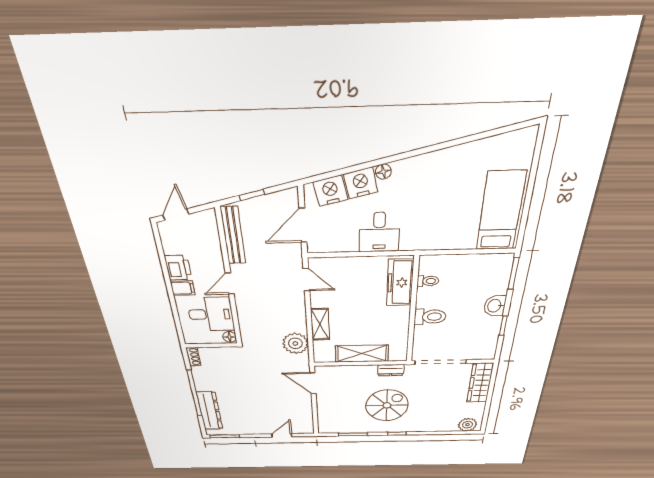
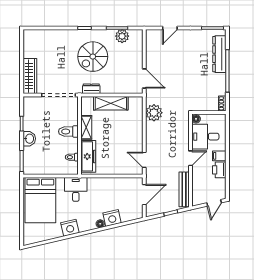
nightstand: (330, 191) -> (70, 228), moved
bed: (501, 211) -> (40, 200), width x1.50
desk: (379, 232) -> (76, 189), moved
shelving: (320, 324) -> (86, 127), moved
plant: (467, 425) -> (122, 36), moved

